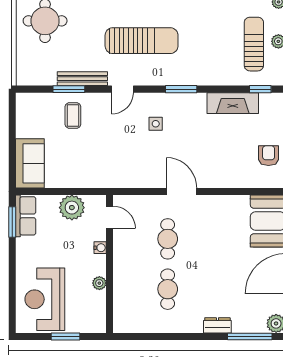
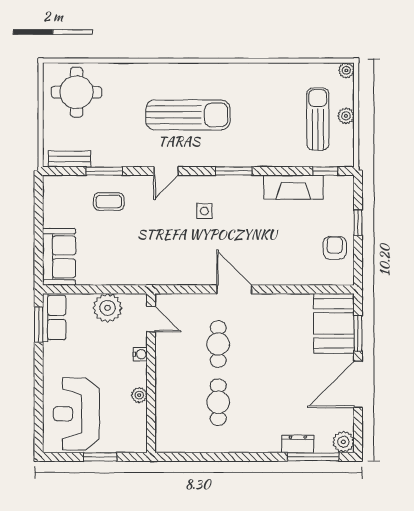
bench: (82, 79) -> (70, 159), moved, width x0.73
coffee table: (73, 116) -> (109, 202), turned 90
dresser: (217, 325) -> (298, 444), moved

